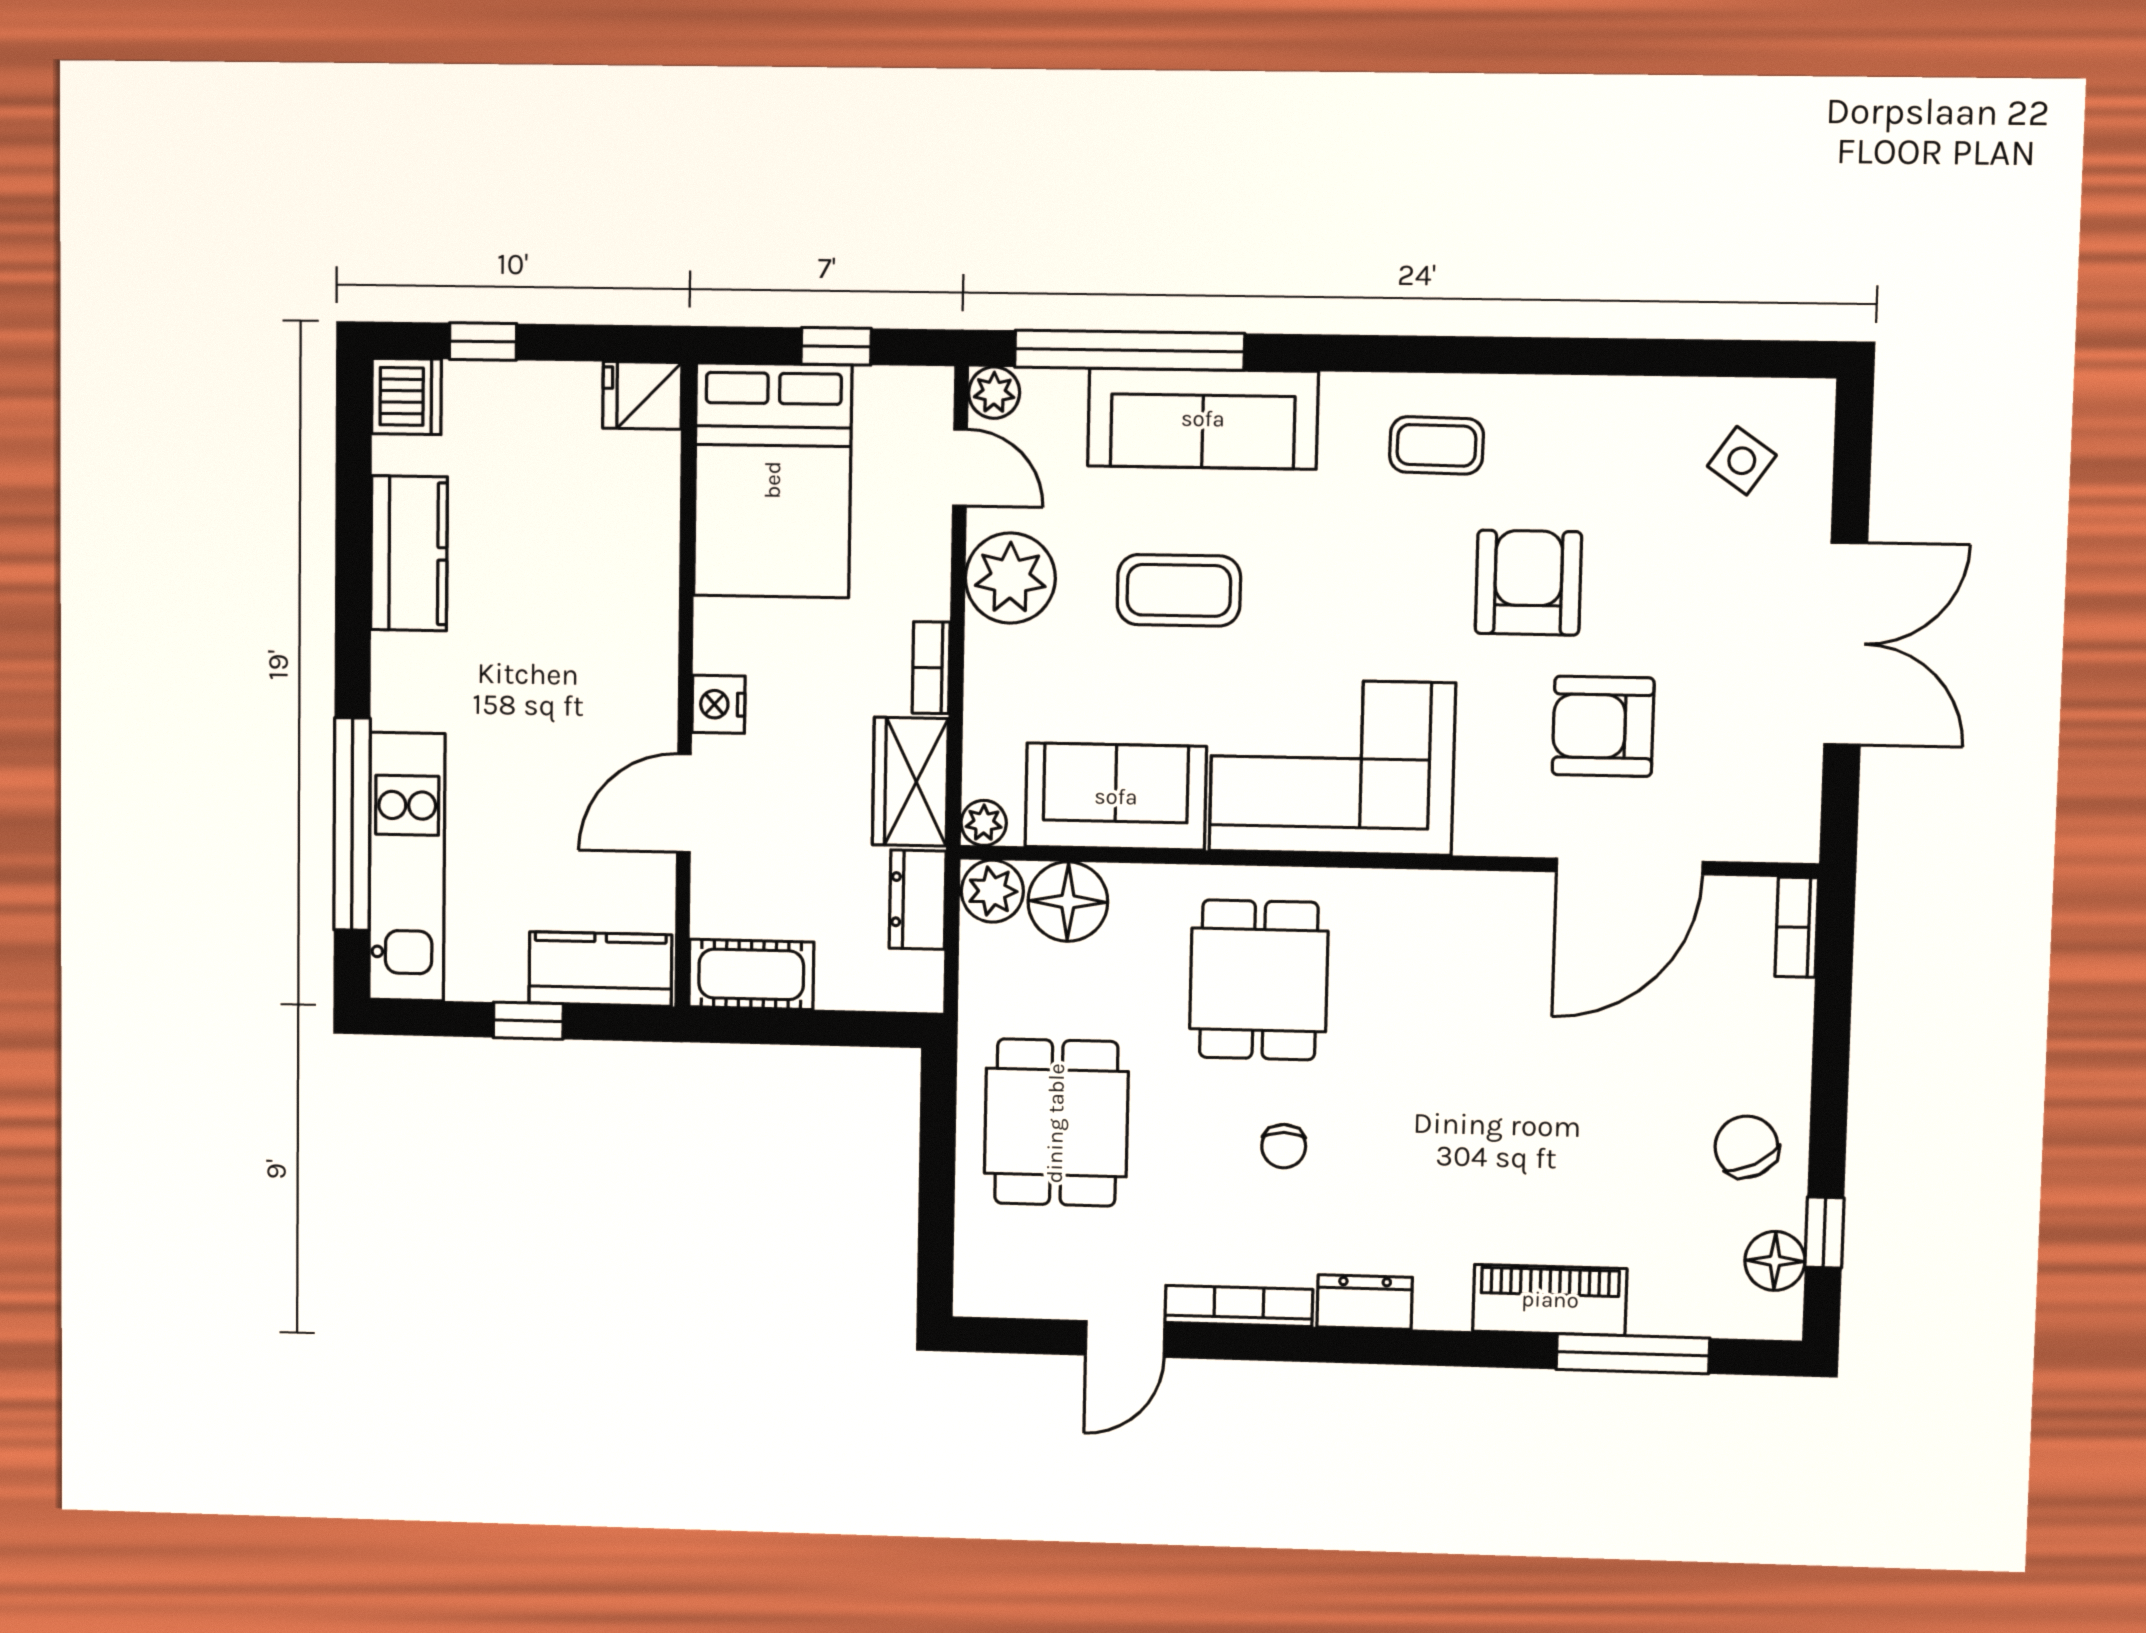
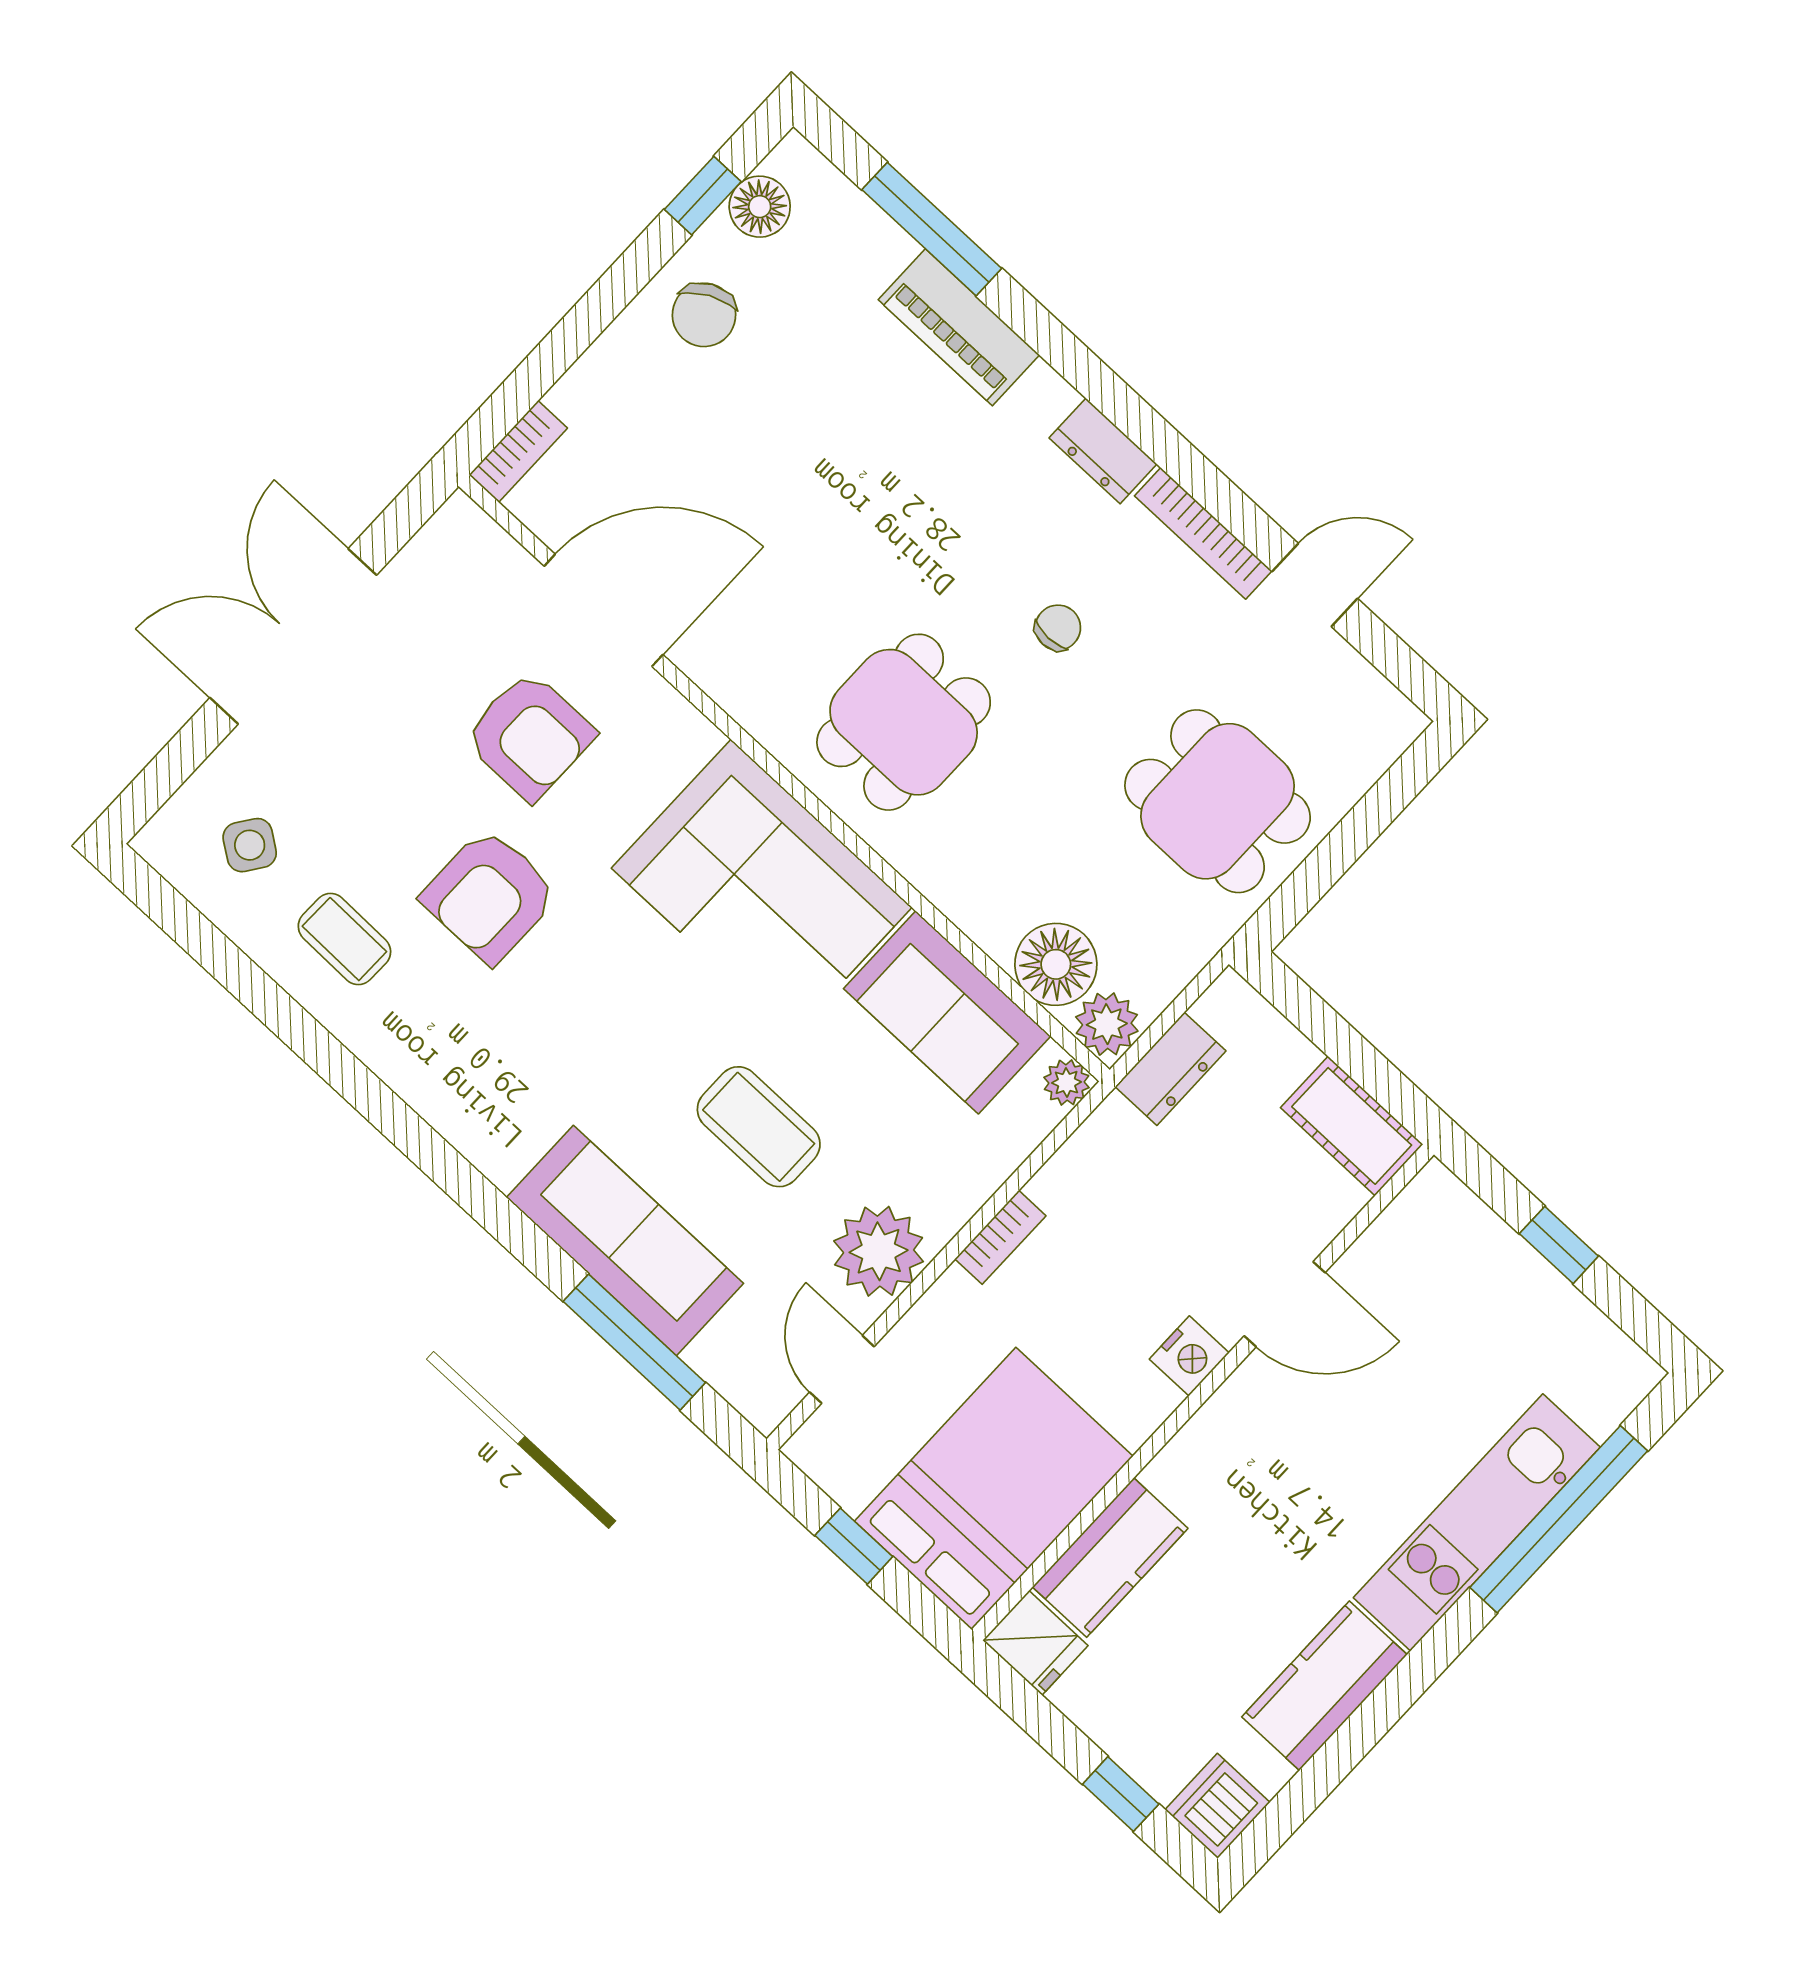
window: (1130, 350) -> (634, 1342), width x0.68
plant: (994, 393) -> (765, 1403), removed
coffee table: (1436, 445) -> (344, 939), moved
wardrobe: (910, 782) -> (1095, 1164), removed
kitchen unit: (407, 867) -> (1477, 1522), moved
kitchen counter: (600, 969) -> (1110, 1558), moved, turned -90
dining table: (1259, 980) -> (904, 722), moved
dining table: (1056, 1123) -> (1218, 801), turned 90

